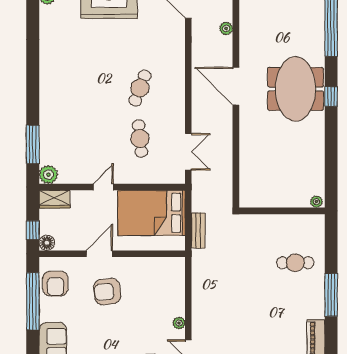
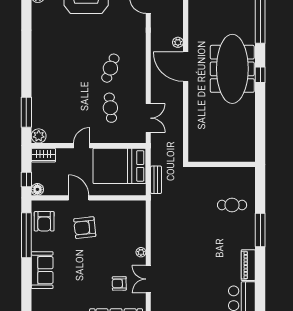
plant: (226, 28) -> (178, 42), moved
meeting table: (296, 89) -> (232, 69), width x1.36
plant: (316, 202) -> (249, 157), removed
door: (99, 254) -> (79, 198), hinge flipped

